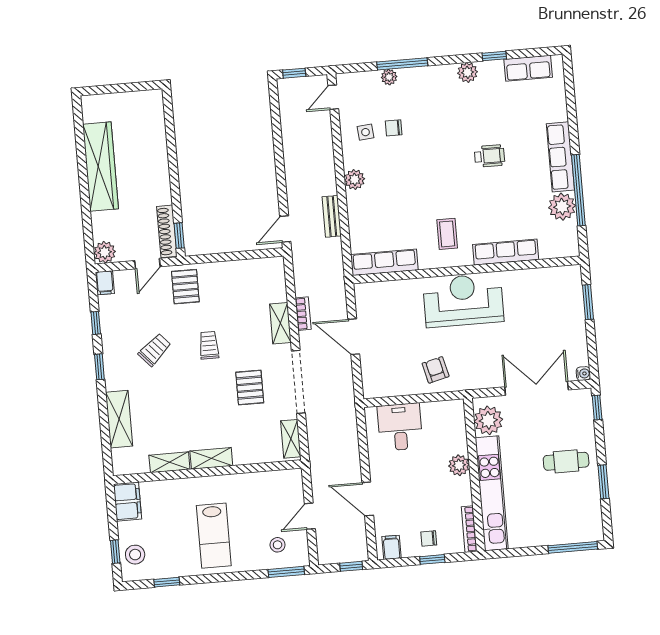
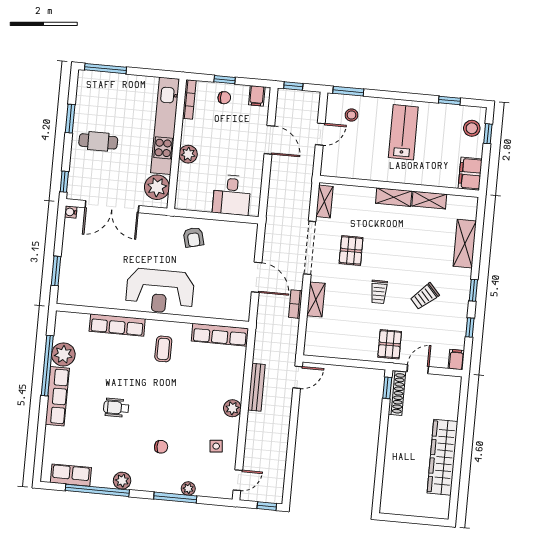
window: (494, 56) -> (97, 490), width x3.17
chair: (394, 128) -> (161, 447), moved
bench: (332, 216) -> (256, 387), width x1.36
plant: (105, 252) -> (452, 385), removed

